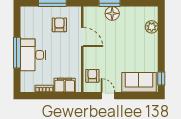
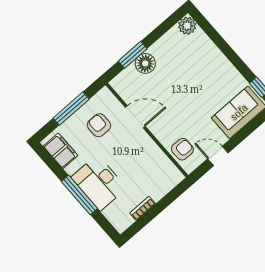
plant: (152, 27) -> (187, 26), moved
armchair: (92, 76) -> (182, 149), turned 90
filing cabinet: (65, 85) -> (61, 151), moved, turned 90

